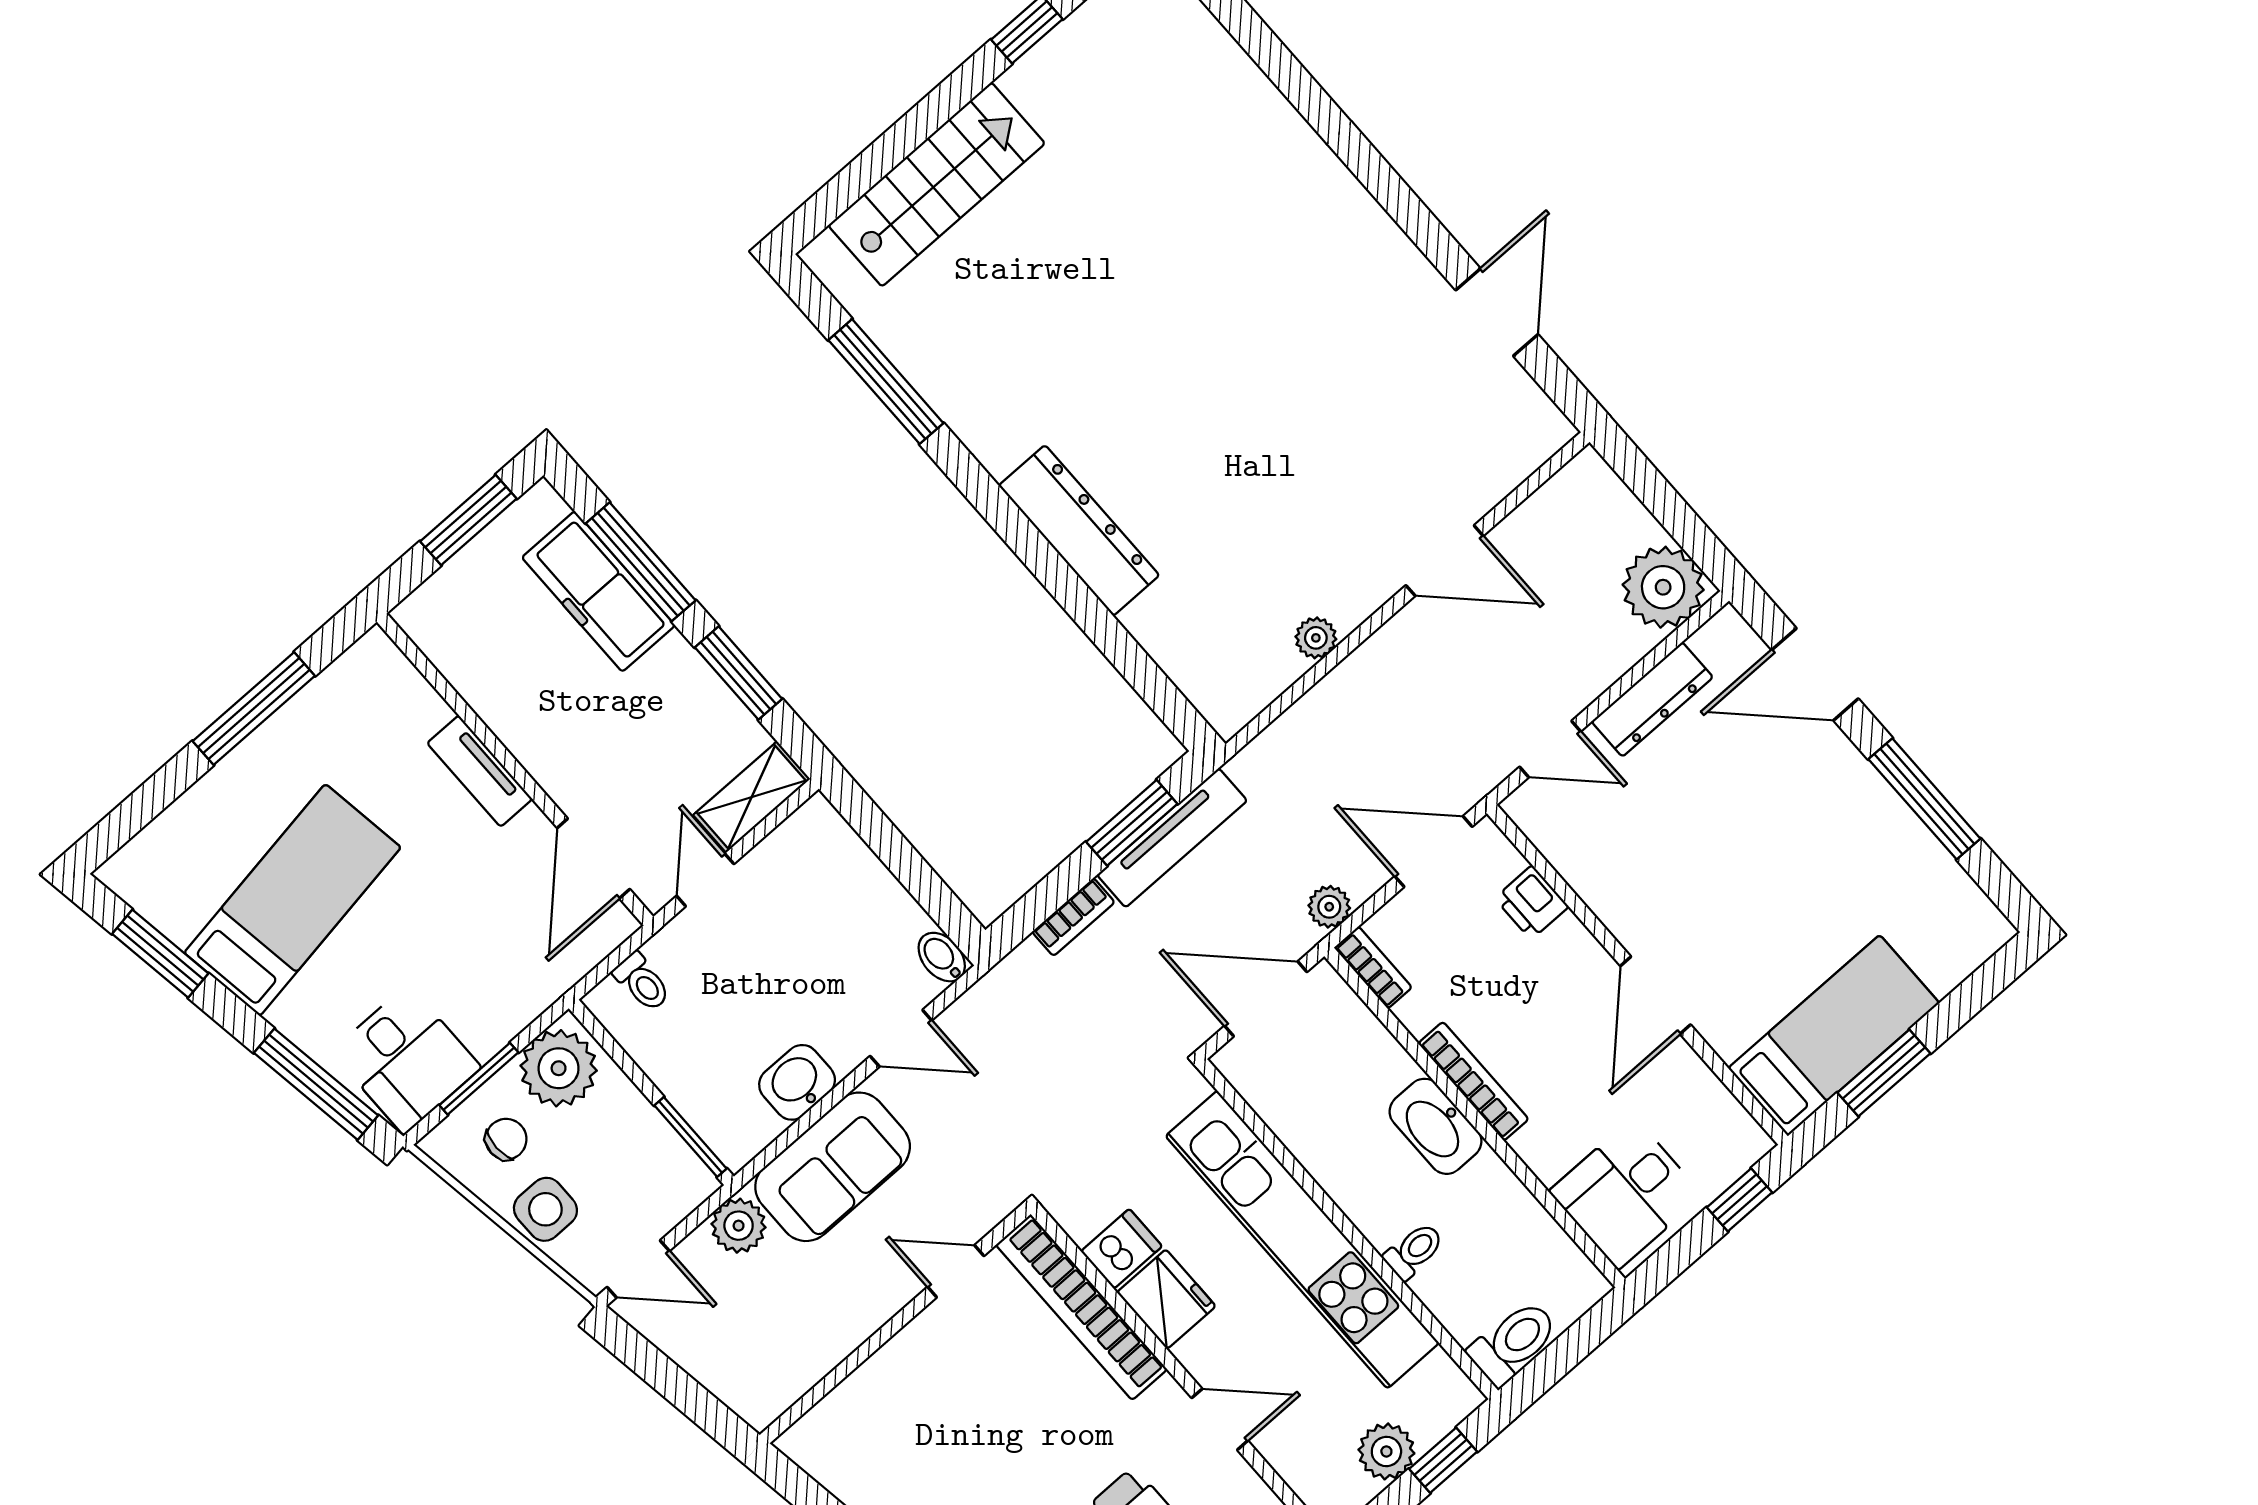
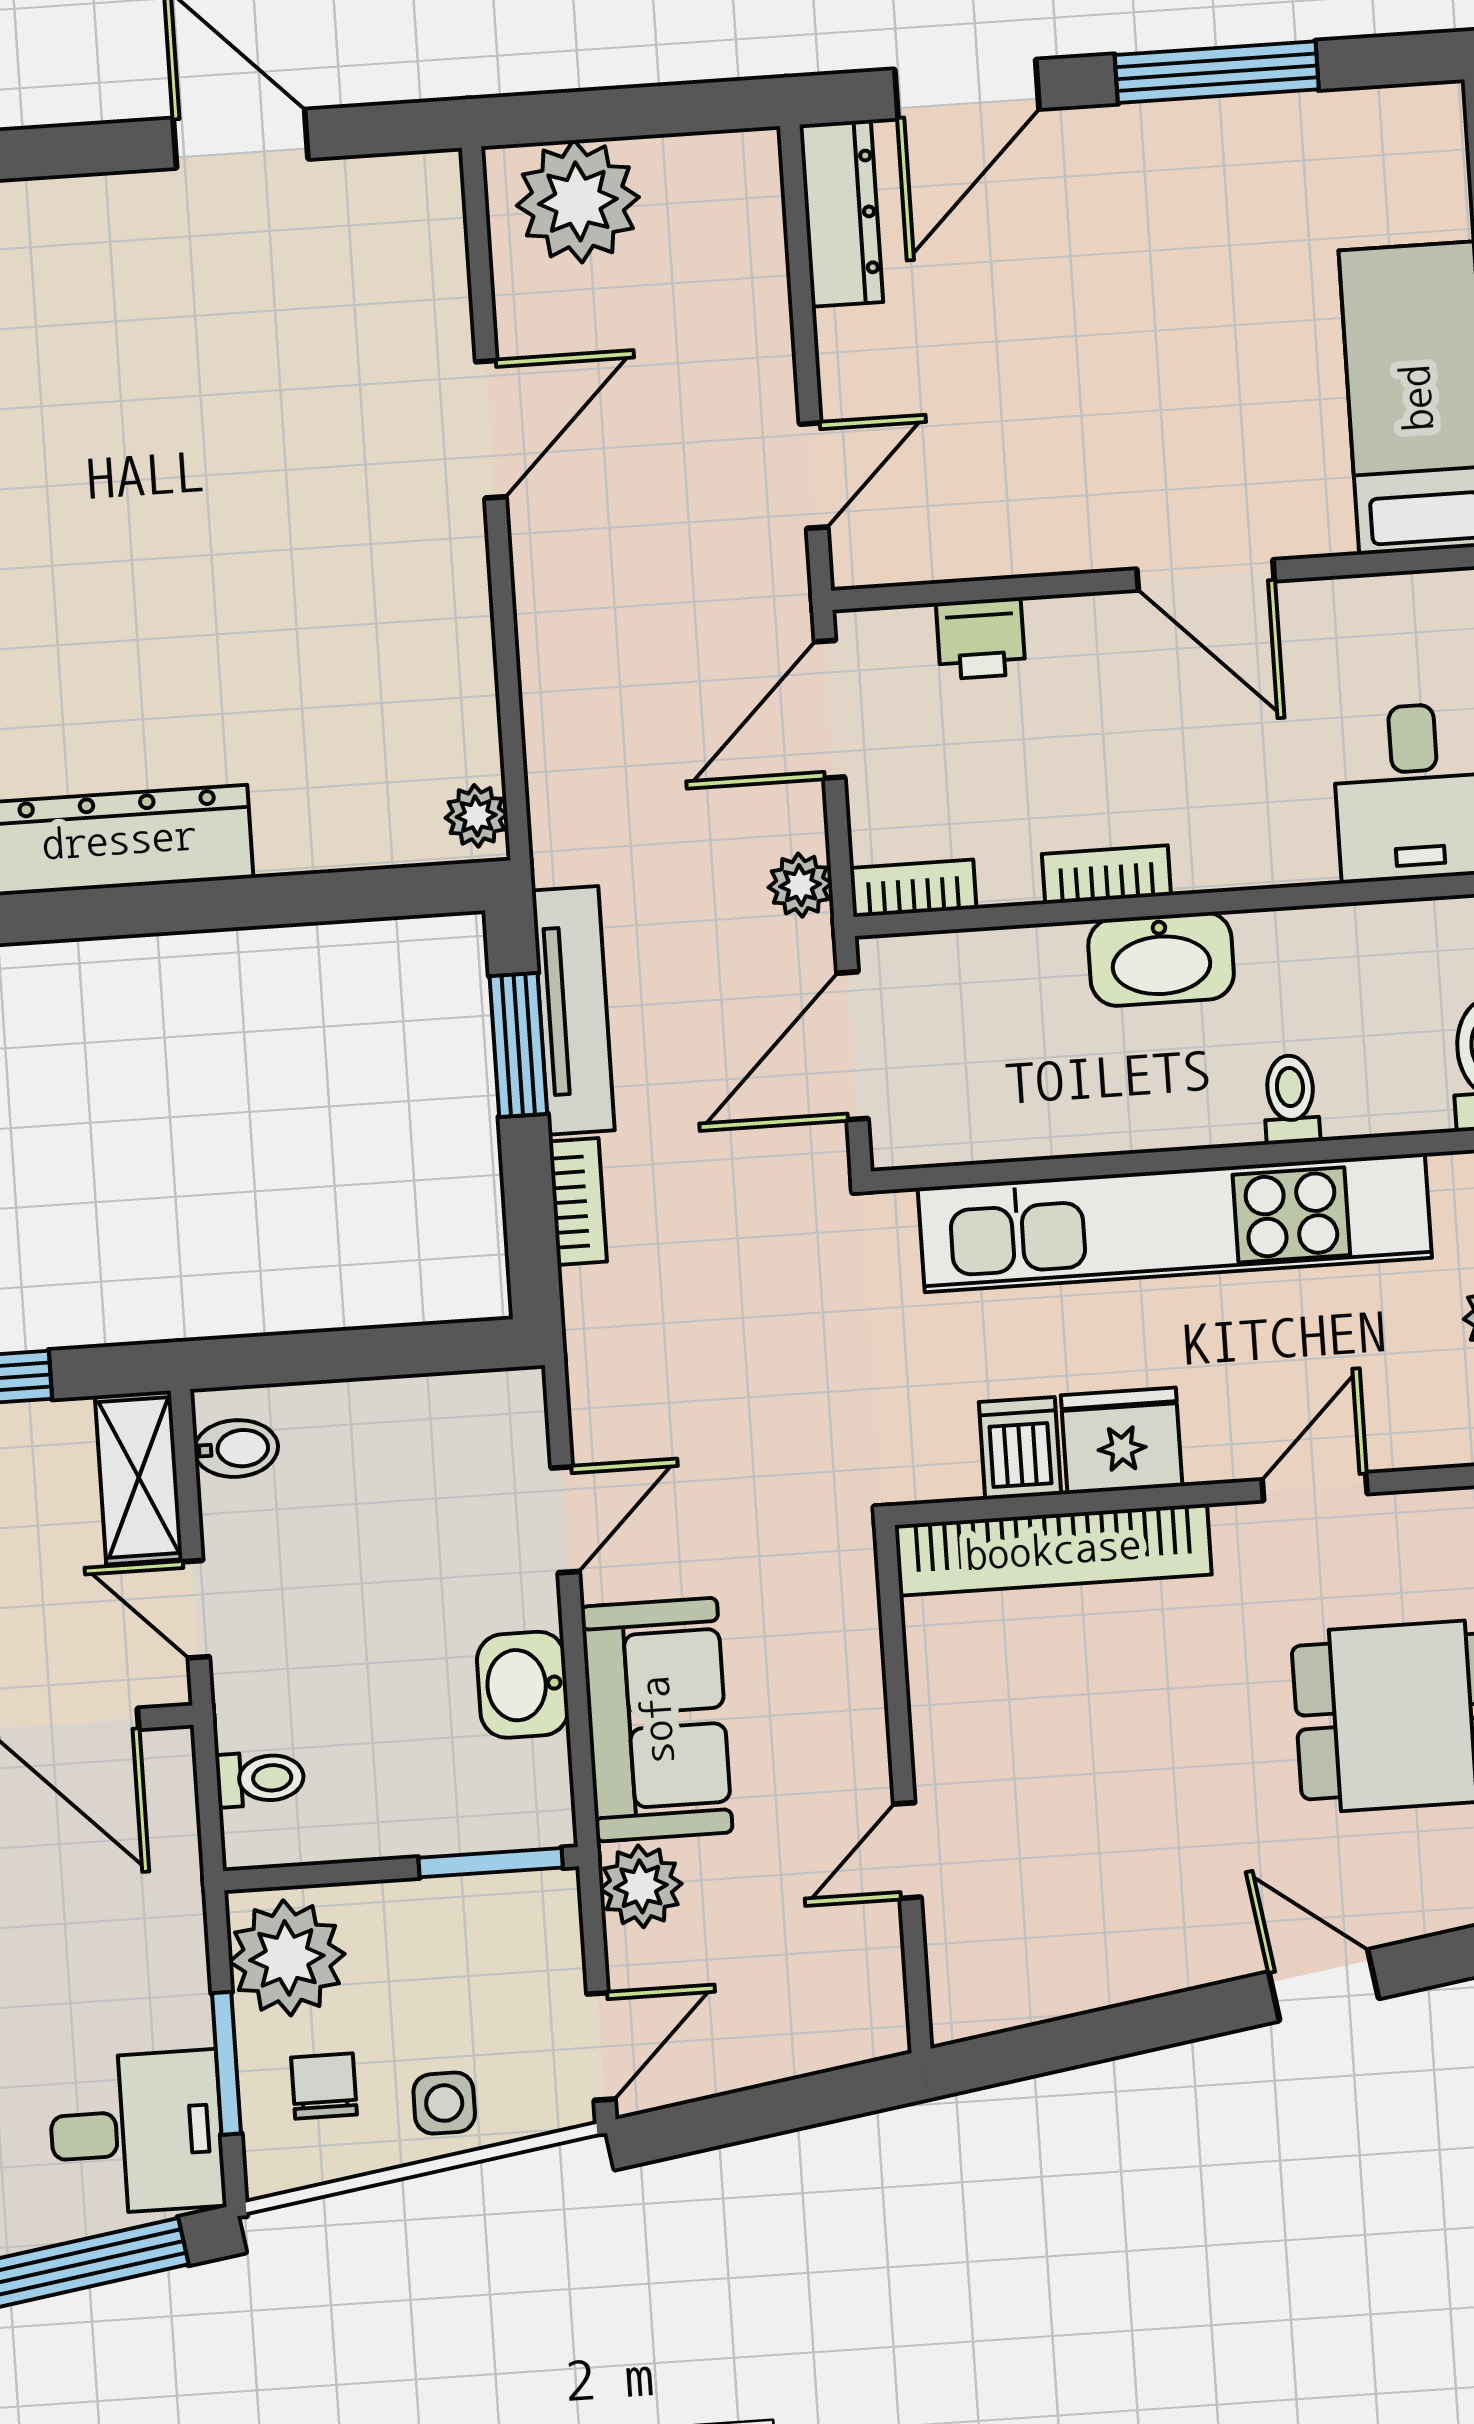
plant: (1663, 587) -> (578, 201), moved
plant: (1316, 638) -> (476, 816), moved
dresser: (1652, 699) -> (841, 213), moved
bidet: (942, 957) -> (236, 1449), moved, turned 180
bookcase: (1473, 1081) -> (1106, 875), width x0.64
side table: (545, 1209) -> (444, 2103), width x0.73, depth x0.73
door: (956, 1271) -> (907, 1851), moved

